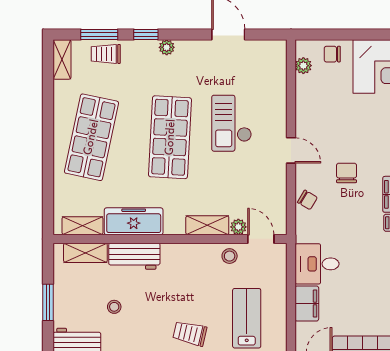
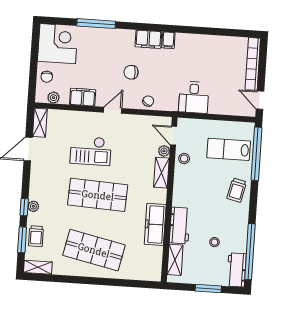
plant: (167, 47) -> (33, 206), moved
shelving: (82, 226) -> (40, 123), moved
door: (261, 239) -> (174, 136), hinge flipped
filing cabinet: (307, 303) -> (83, 97), moved

